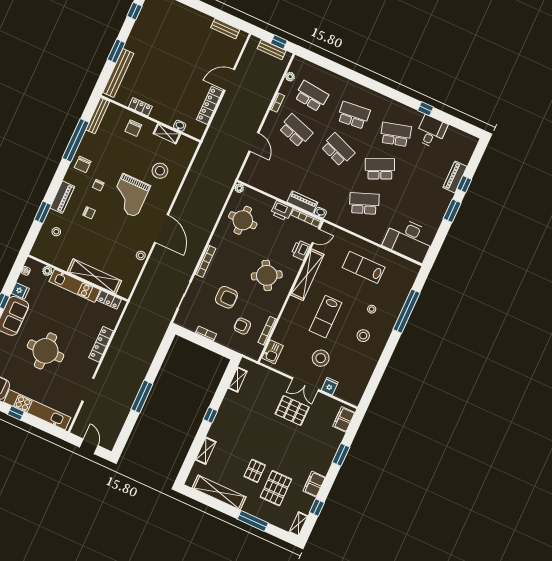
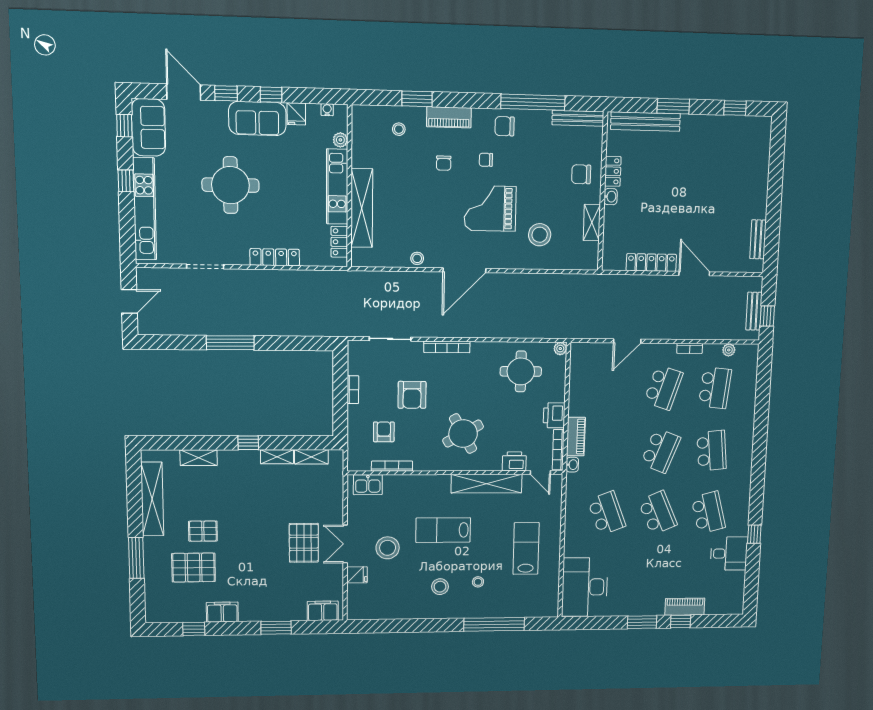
washbasin: (180, 126) -> (611, 197), moved
shelving: (298, 524) -> (277, 457), moved

